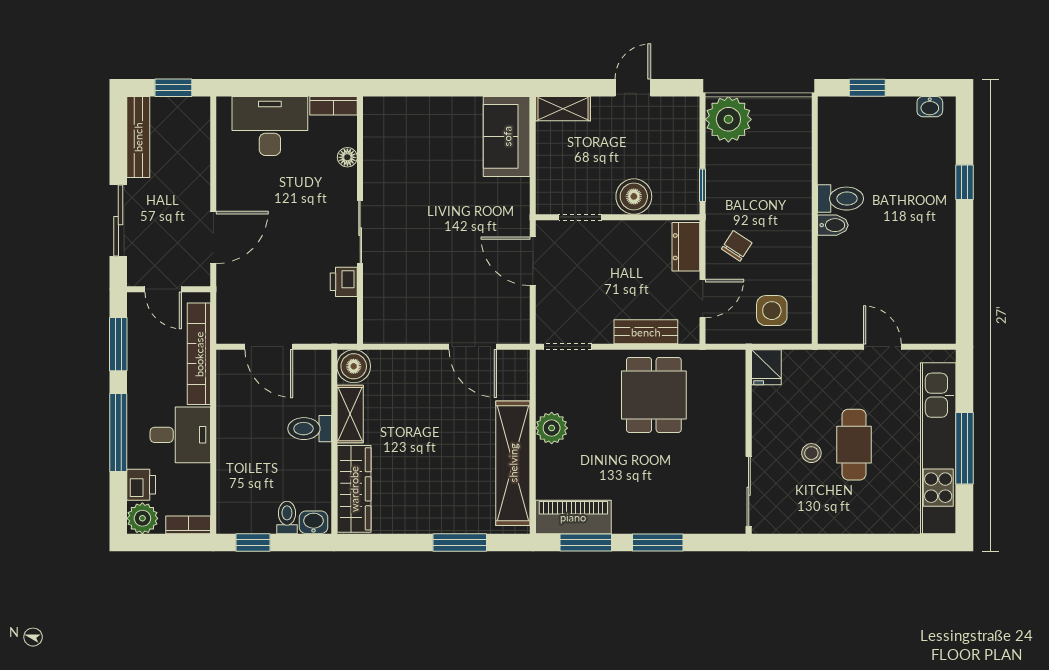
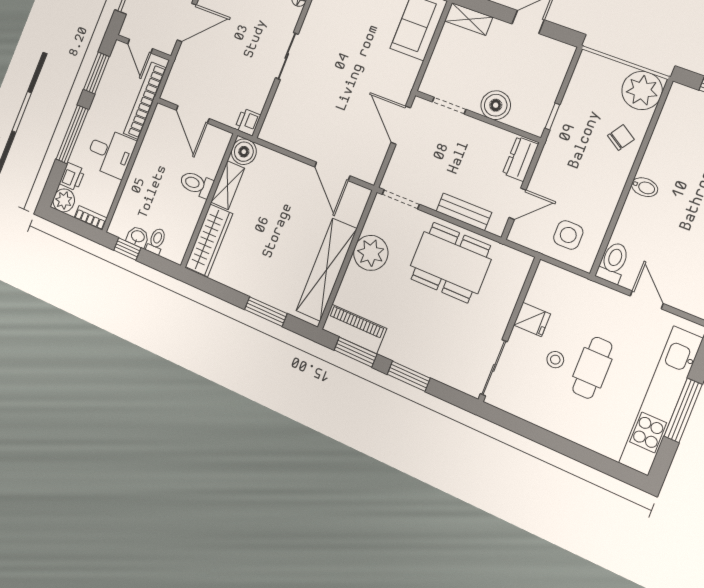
plant: (728, 119) -> (642, 90), moved
toilet: (841, 199) -> (613, 262), moved, turned -90
chair: (737, 246) -> (621, 137), moved
printer: (344, 282) -> (248, 122), moved
fridge: (766, 367) -> (532, 319), moved, turned -90
dining table: (654, 395) -> (451, 263), width x1.38
plant: (552, 428) -> (371, 253), width x1.36, depth x1.36
washbasin: (314, 522) -> (138, 237), moved

